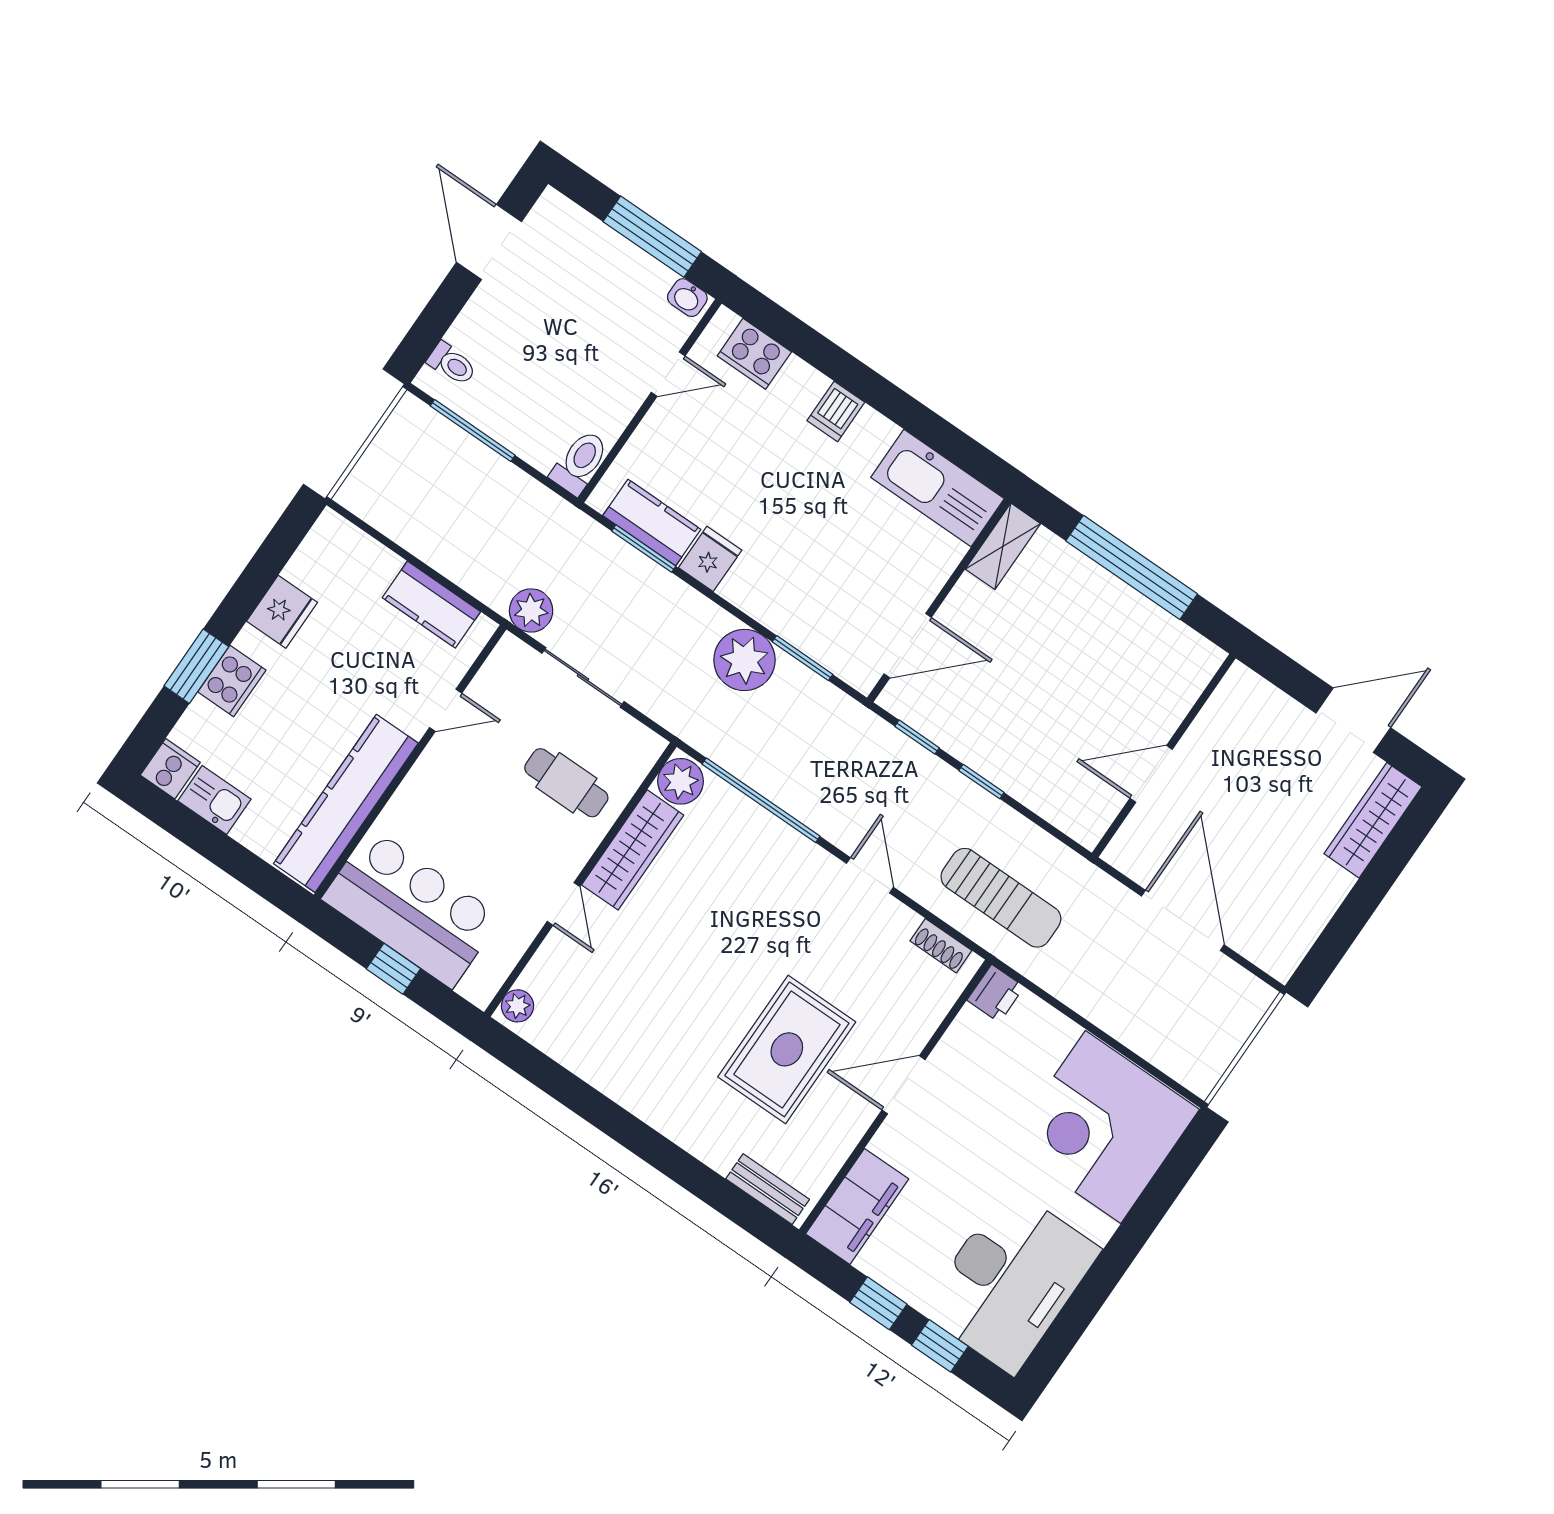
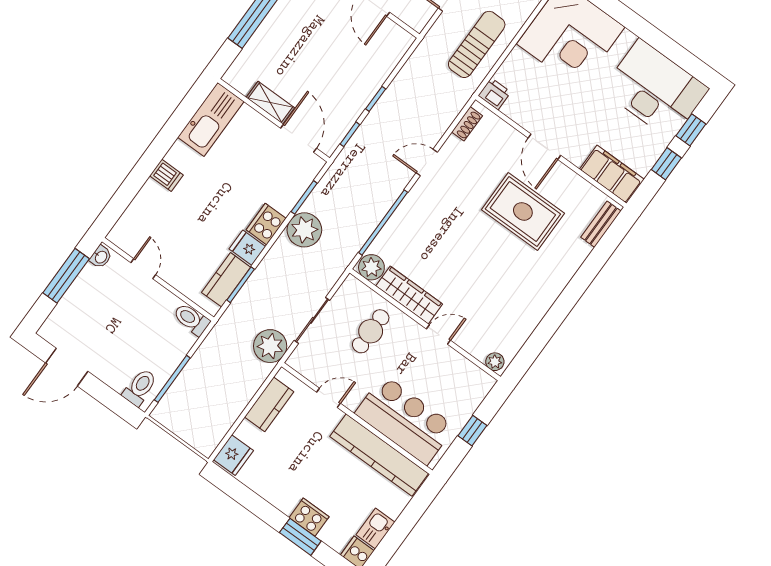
cooker: (754, 354) -> (266, 224), moved, turned 180
toilet: (452, 364) -> (140, 387), width x1.37, depth x1.39
shelving: (1003, 546) -> (270, 103), moved
plant: (531, 610) -> (270, 346), width x1.36, depth x1.36
fridge: (282, 612) -> (233, 455), moved, turned 90
door: (446, 710) -> (328, 398), hinge flipped
sun lounger: (1001, 898) -> (477, 44), moved
bar counter: (411, 908) -> (405, 420), moved, turned 90

